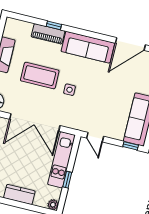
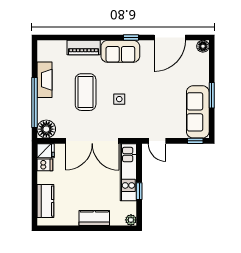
window: (54, 25) -> (131, 38), moved
sofa: (88, 47) -> (120, 51), width x0.73
coffee table: (40, 76) -> (86, 92), turned 90

